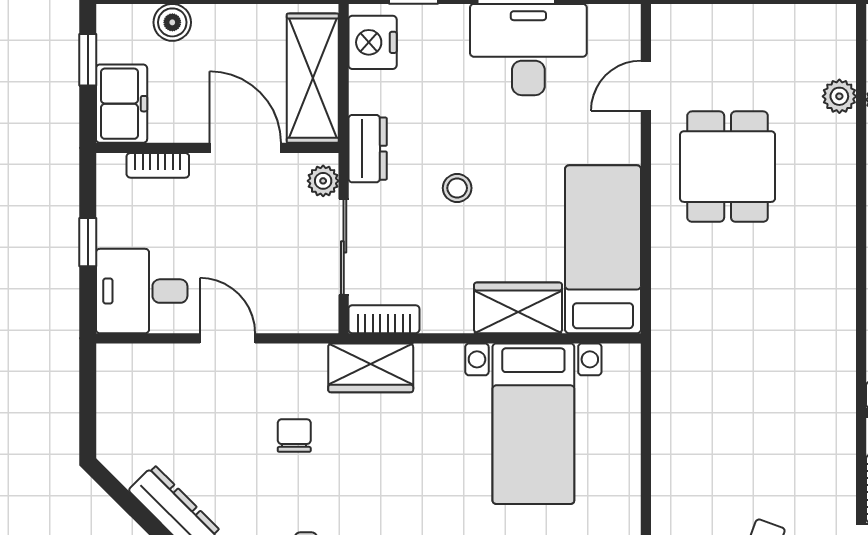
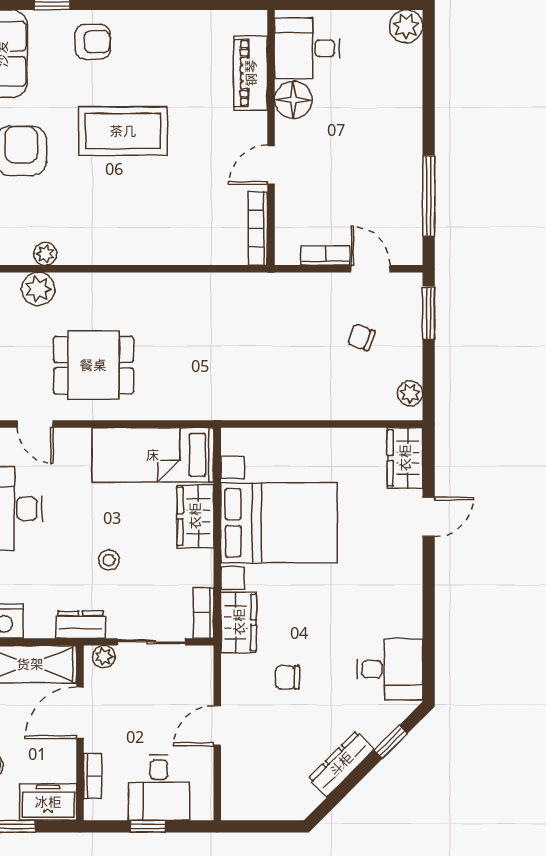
plant: (839, 96) -> (38, 289), width x1.38, depth x1.38
desk: (142, 291) -> (159, 787), moved
bed with nightstands: (533, 424) -> (279, 523), width x1.36

